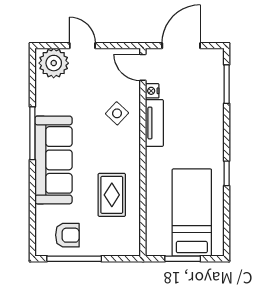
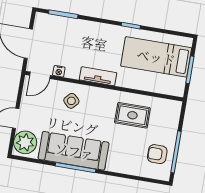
tv unit: (154, 123) -> (98, 76), moved
sofa: (53, 160) -> (74, 151), moved
armchair: (67, 235) -> (157, 154), turned -90

